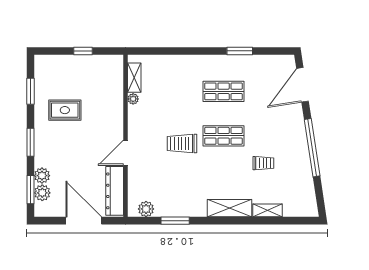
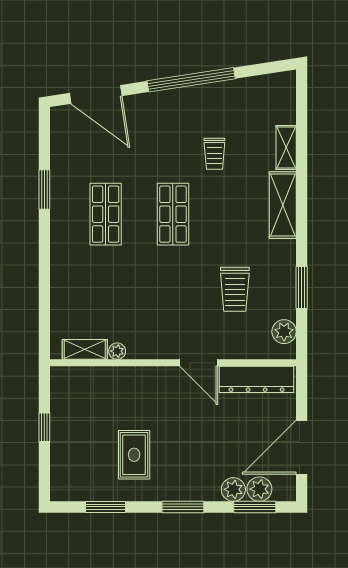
trolley: (182, 143) -> (235, 289), moved
trolley: (263, 163) -> (214, 154), turned 180
door: (84, 221) -> (302, 447), moved

